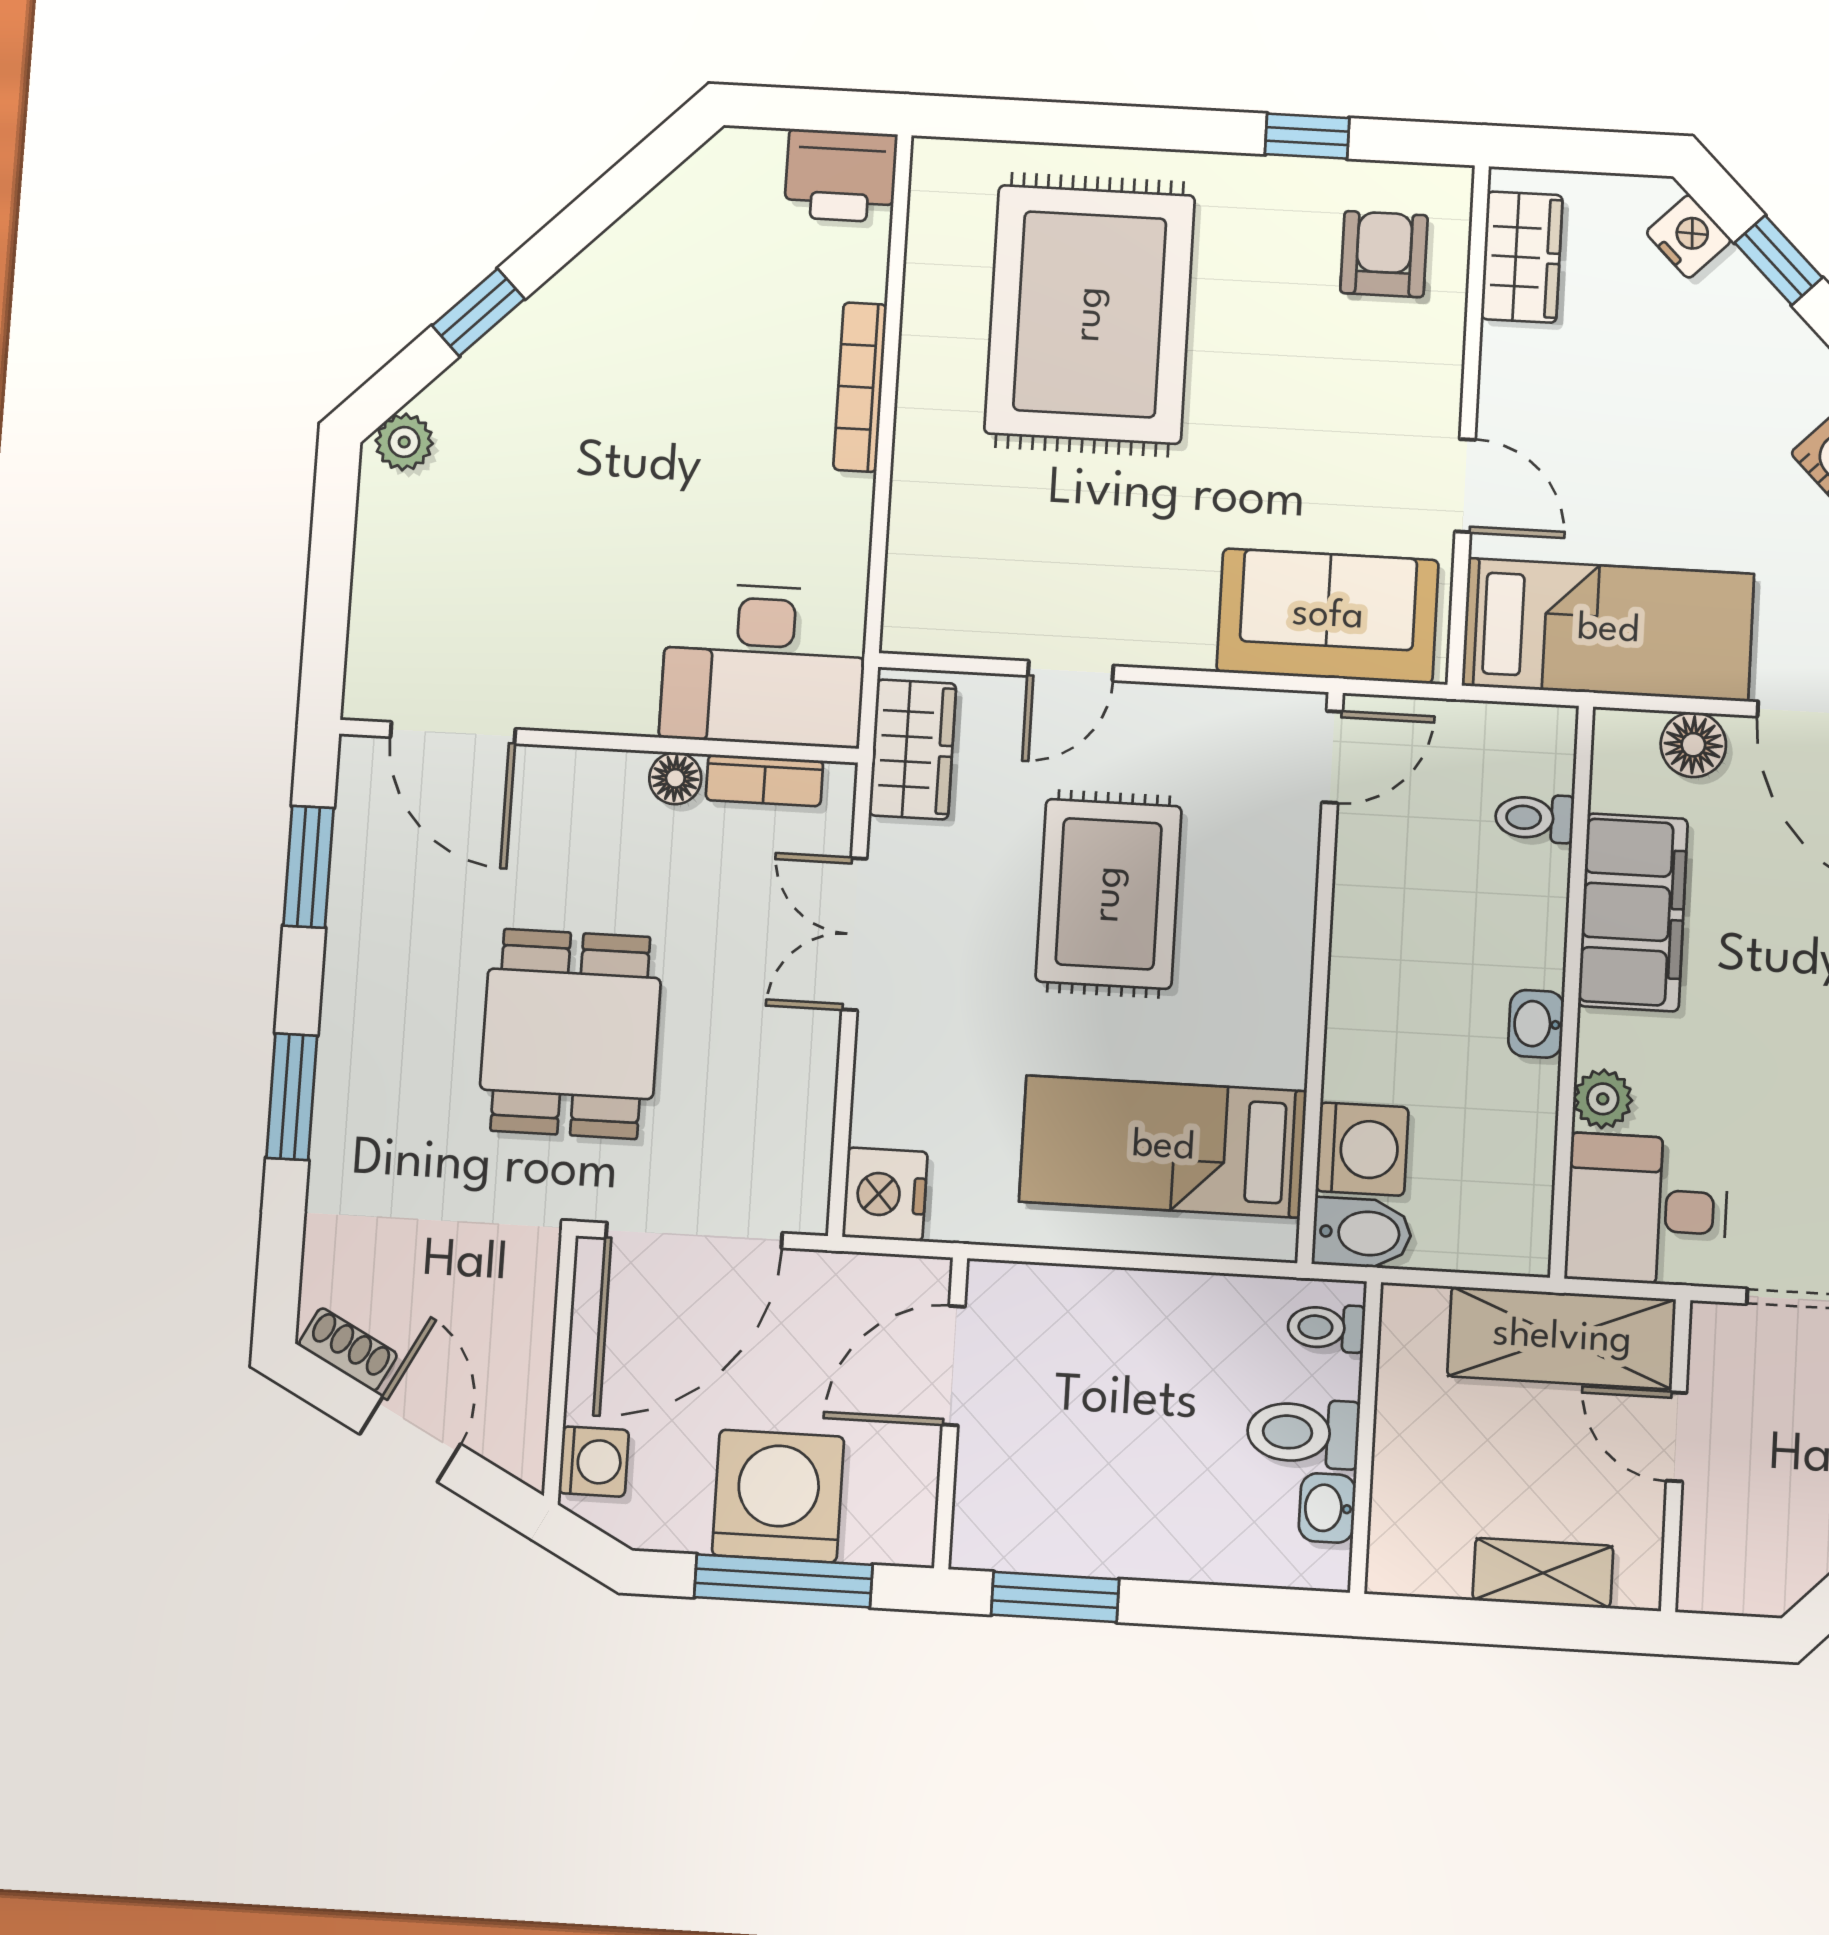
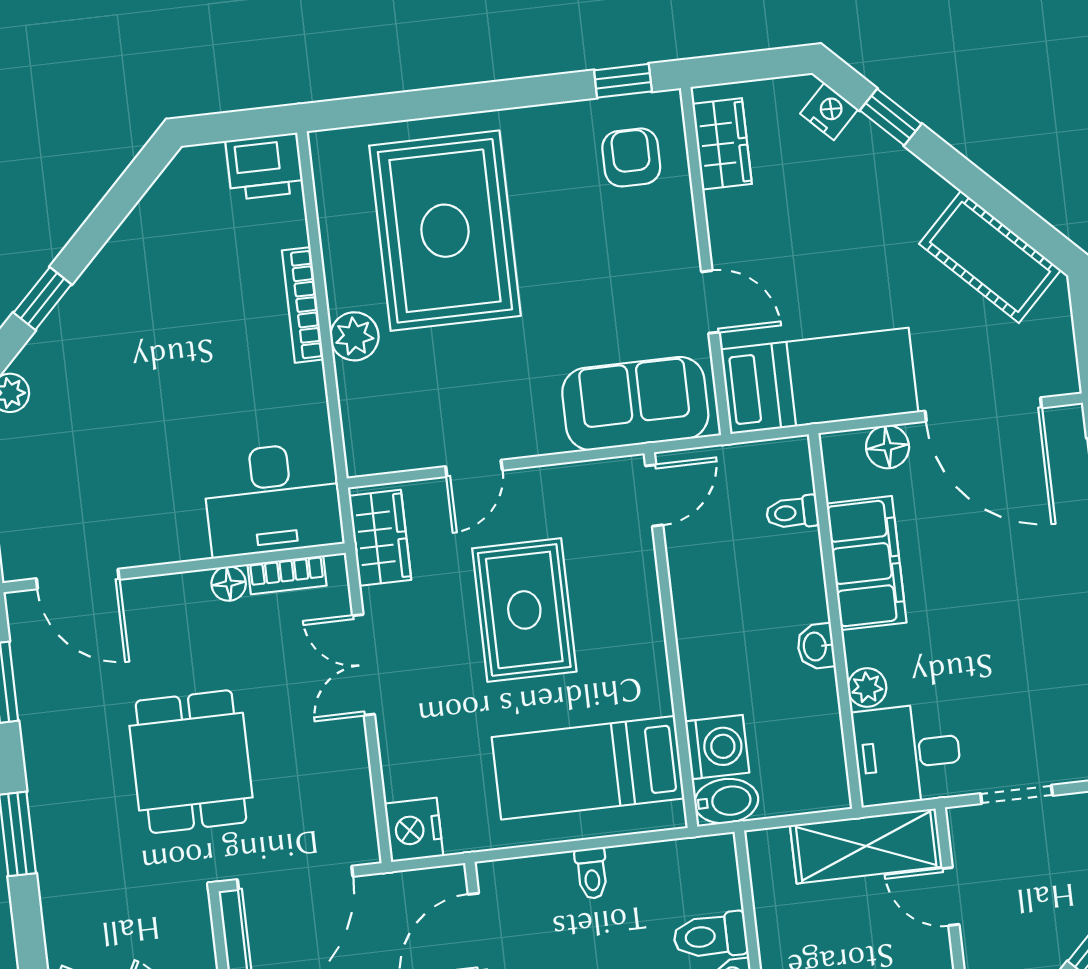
window: (1307, 136) -> (623, 81), moved
plant: (928, 446) -> (354, 336), added
toilet: (1326, 1328) -> (592, 873), moved, turned -90

